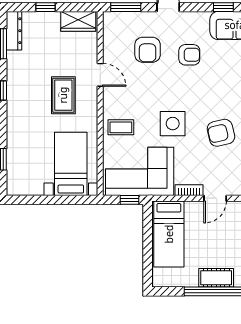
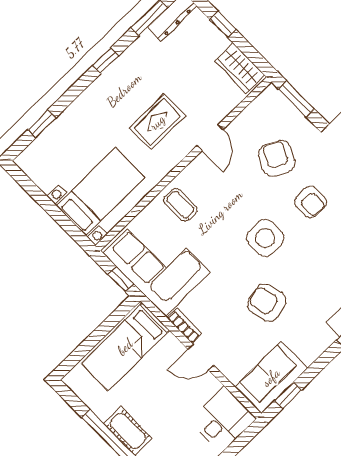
armchair: (148, 50) -> (277, 158), turned 117
side table: (173, 124) -> (265, 238), moved

